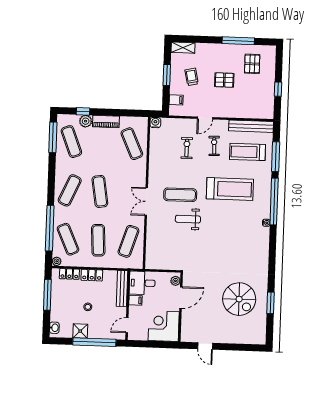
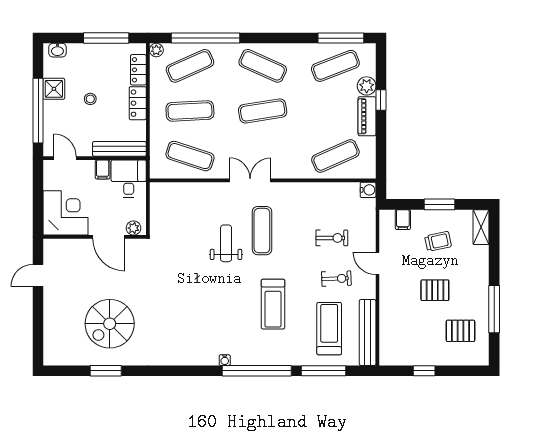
pallet: (224, 80) -> (435, 290), turned 90
window: (83, 111) -> (381, 100), moved
treadmill: (230, 189) -> (273, 304), width x0.73, depth x0.73

